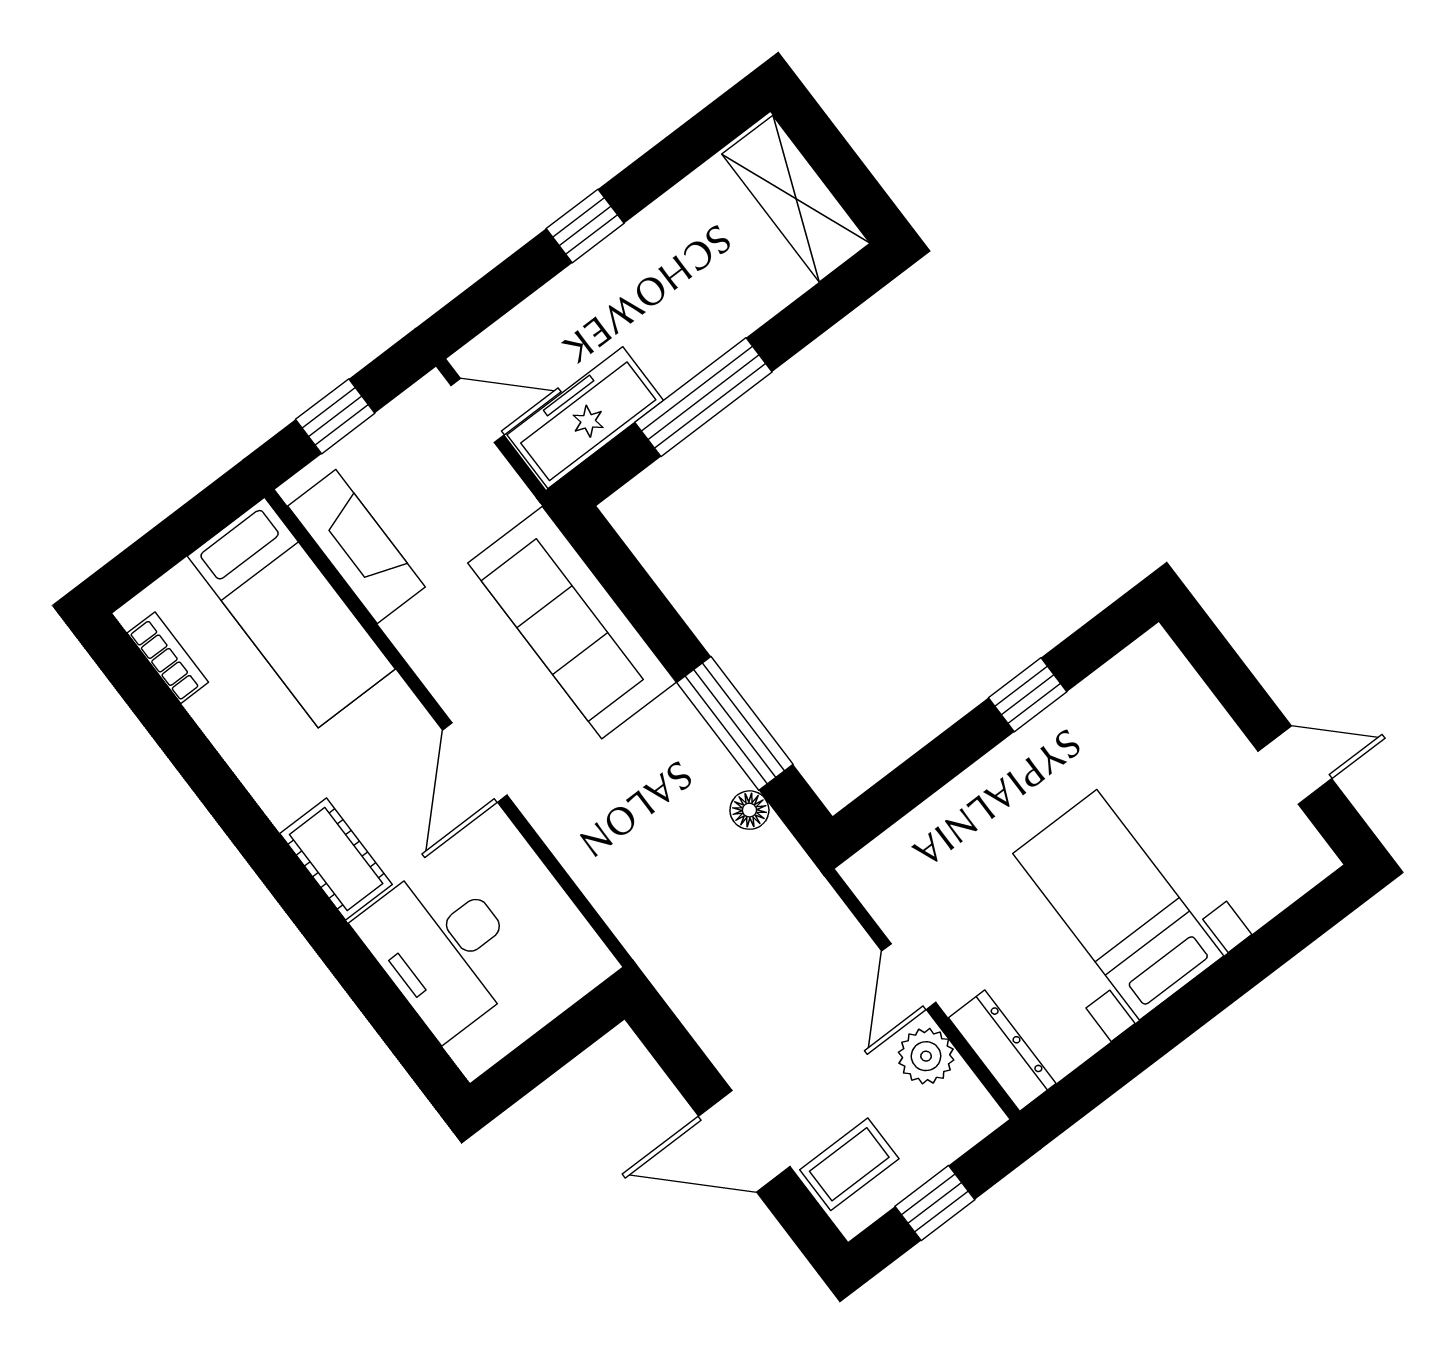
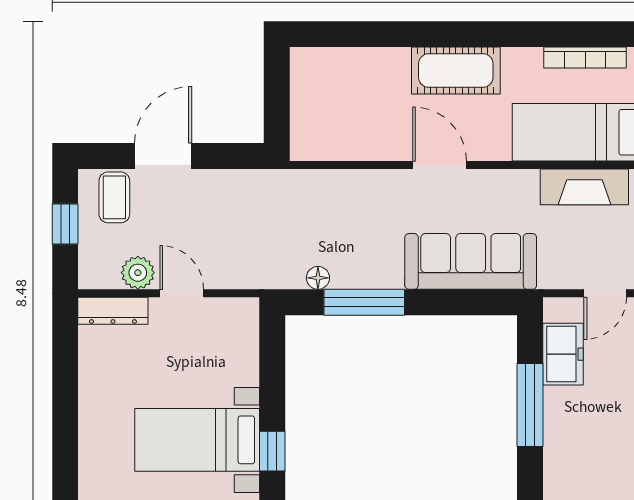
freezer: (585, 418) -> (563, 354), width x0.71
bookcase: (168, 658) -> (585, 57), width x1.56
cot: (336, 859) -> (456, 70), width x1.37, depth x1.34
bed with nightstands: (1118, 905) -> (197, 440), moved, turned 180
desk: (443, 948) -> (363, 83), removed

